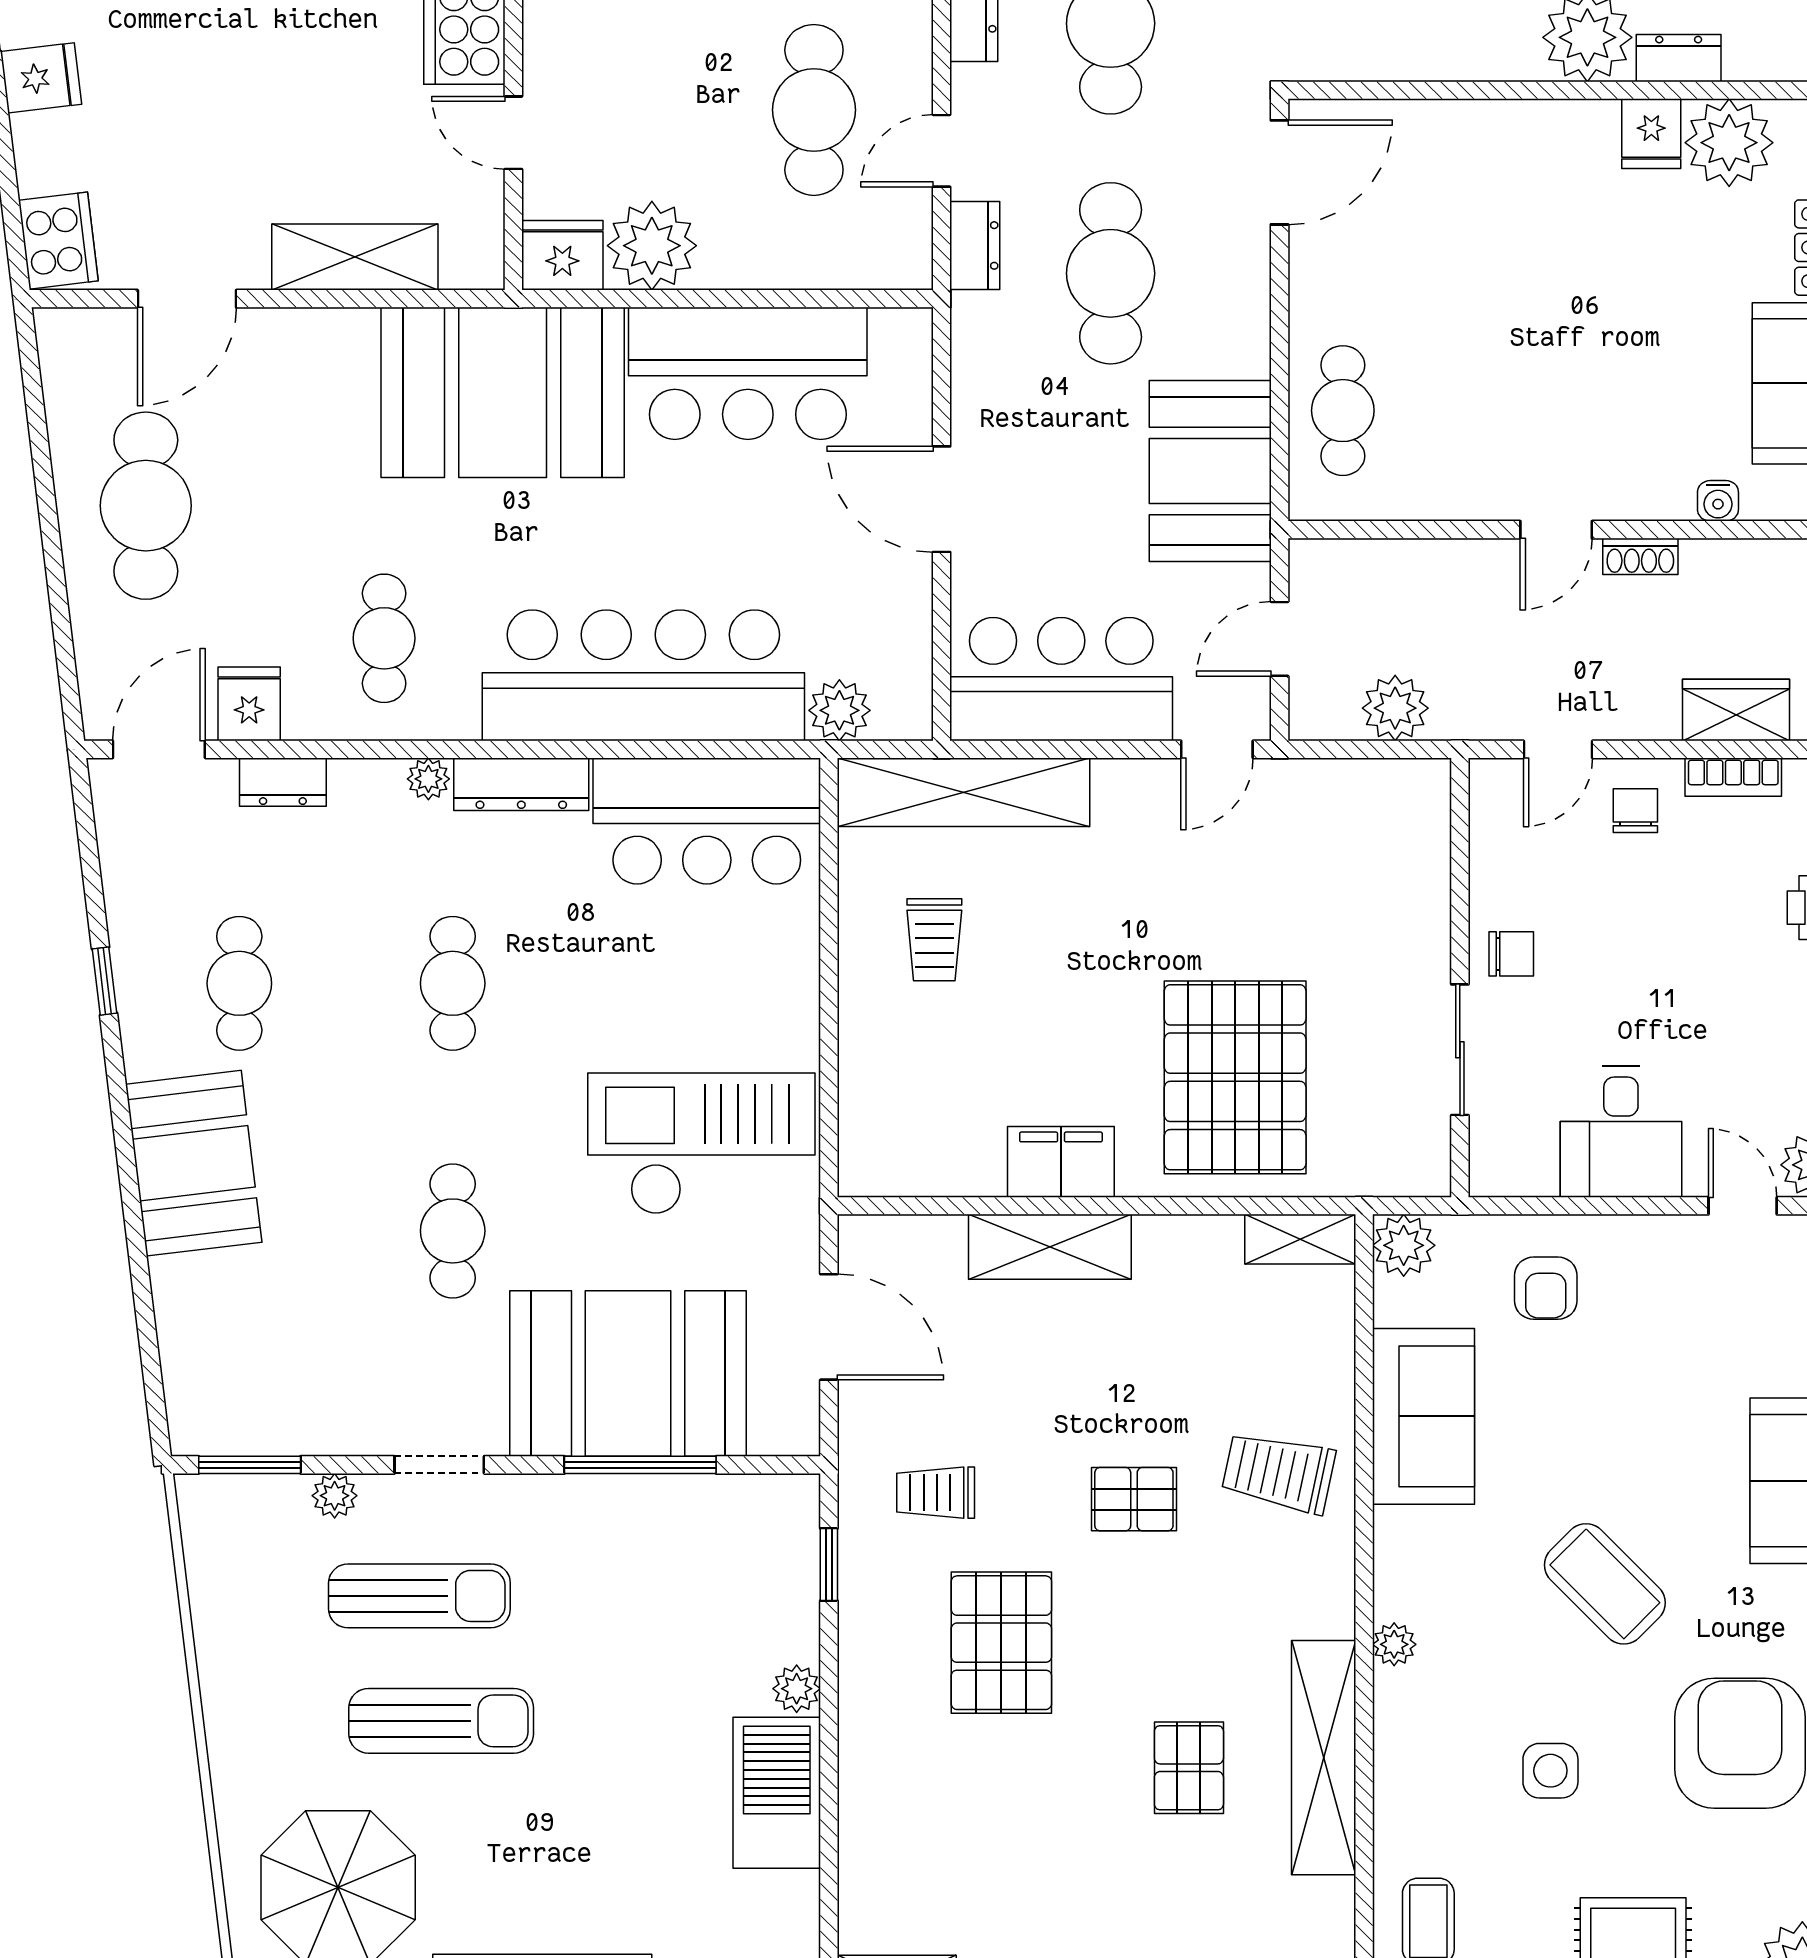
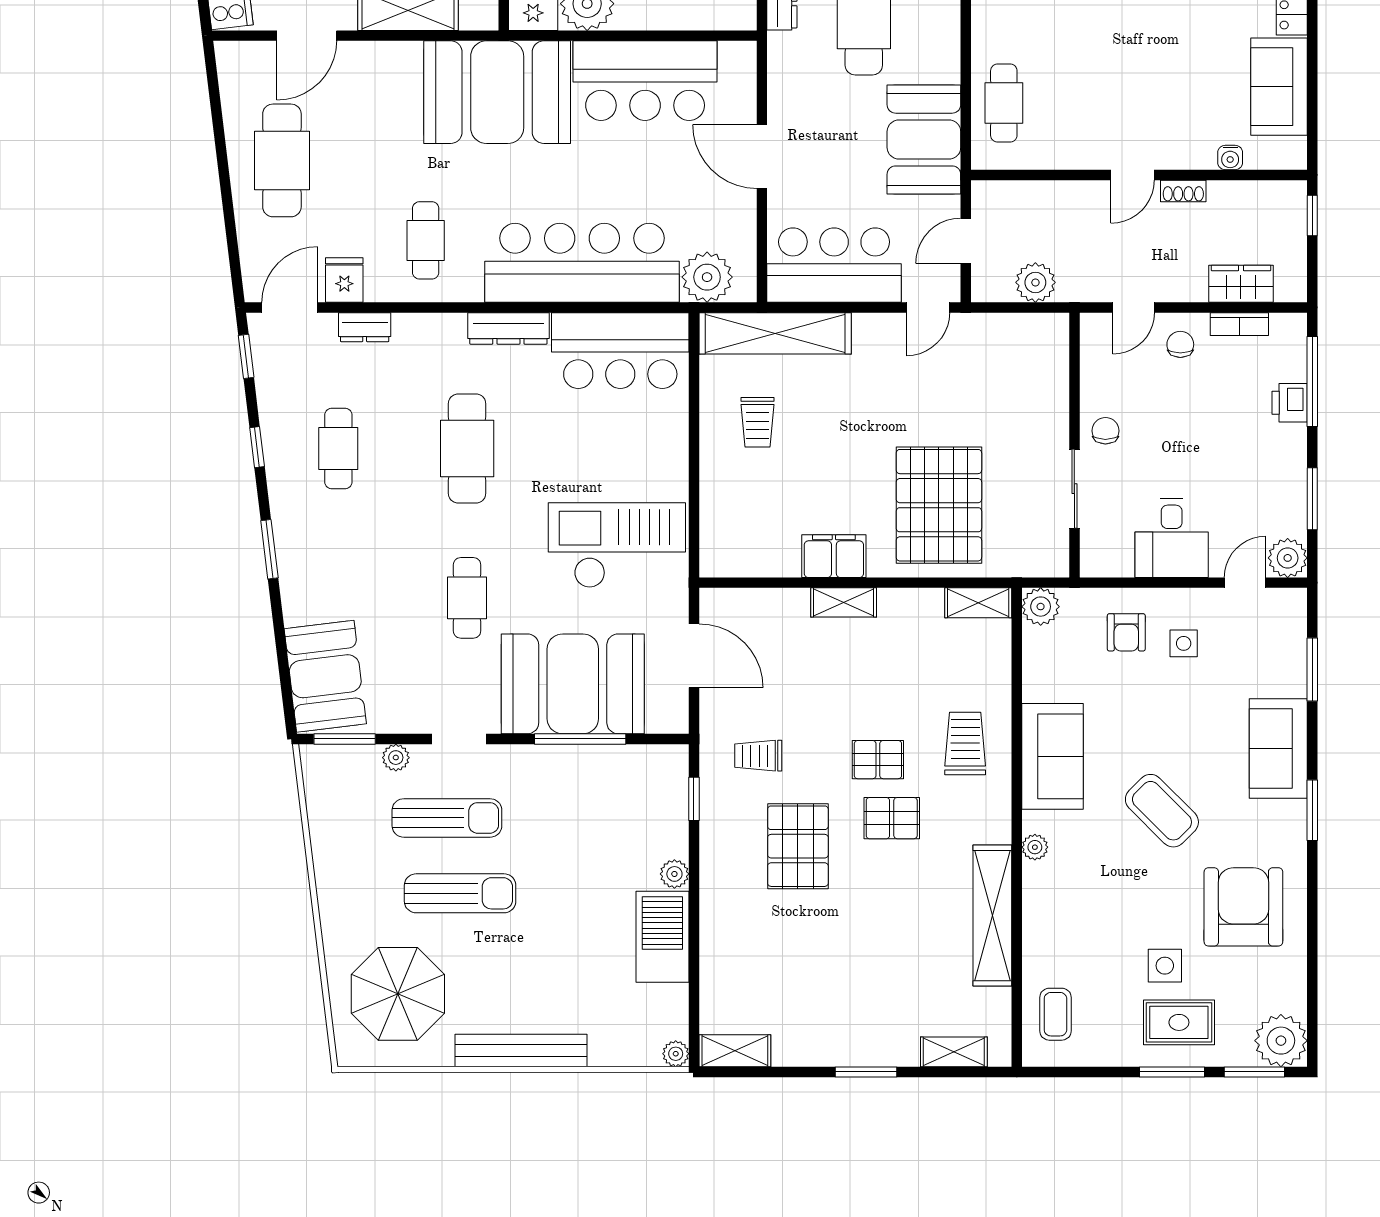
plant: (839, 710) -> (707, 277), width x1.36, depth x1.36
plant: (428, 779) -> (452, 325), removed
window: (86, 831) -> (246, 356), added
chair: (1511, 954) -> (1105, 431), turned -90
cafe table: (453, 983) -> (467, 449), width x1.37, depth x1.35
window: (125, 1150) -> (269, 549), added
booth: (194, 1163) -> (325, 676), moved
door: (1743, 1206) -> (1245, 583), hinge flipped
shelving: (1050, 1247) -> (844, 602), width x0.67, depth x0.75
side table: (1641, 1306) -> (1184, 643), added
sofa: (1423, 1416) -> (1052, 756), moved
trolley: (1279, 1473) -> (965, 744), turned 78
pallet: (1189, 1768) -> (892, 818), moved, turned 90
side table: (1550, 1771) -> (1165, 966), moved

